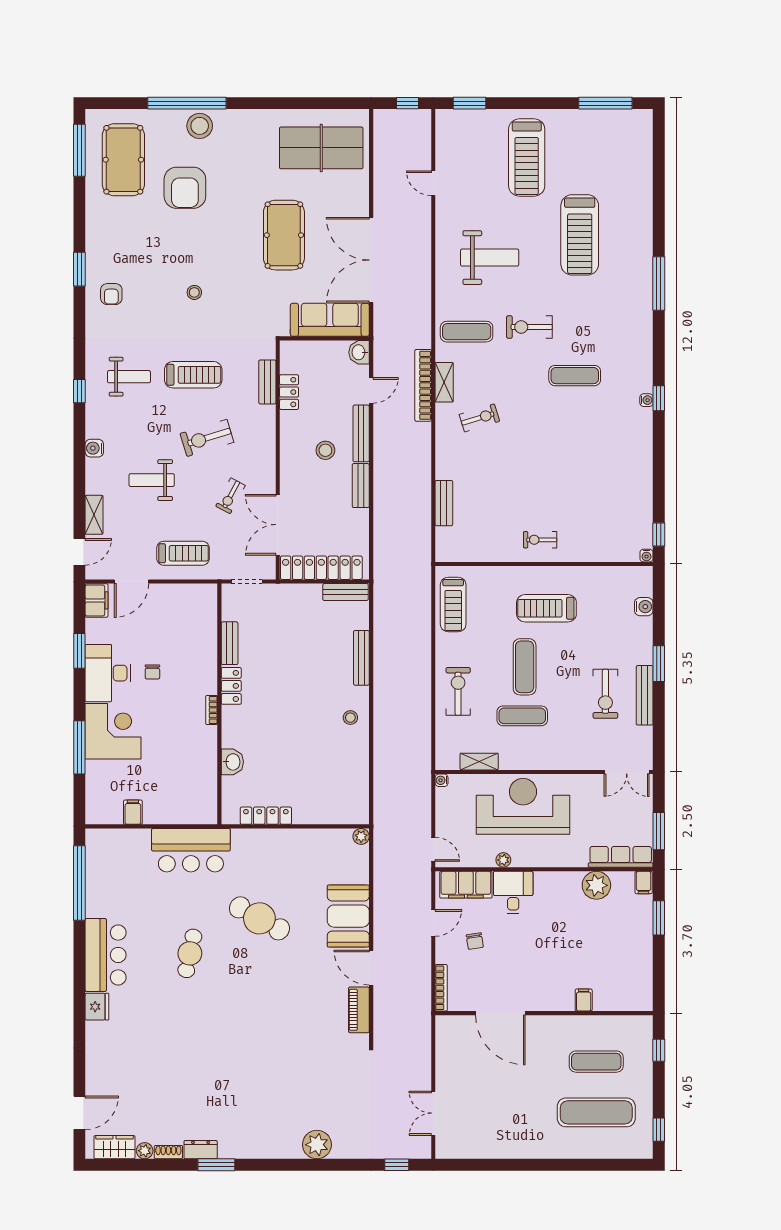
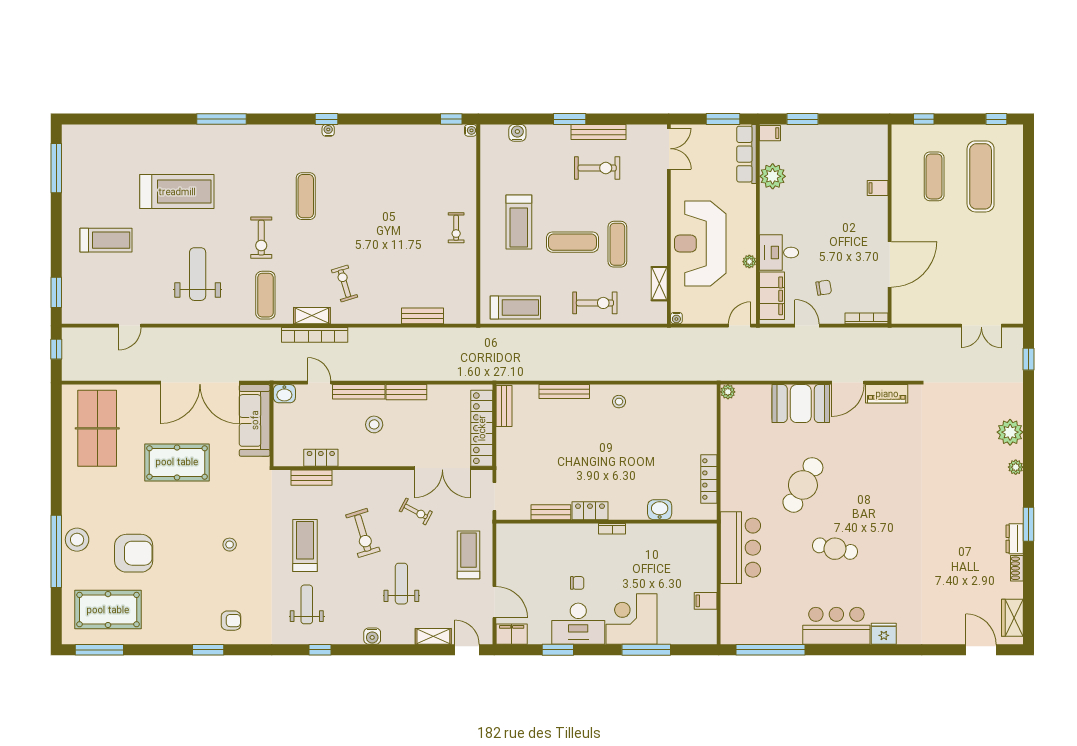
treadmill: (527, 157) -> (106, 240), width x0.73, depth x0.73
weight bench: (152, 480) -> (401, 584), turned 180
exercise bike: (458, 691) -> (595, 303), turned 180
plant: (145, 1151) -> (1016, 467), moved

